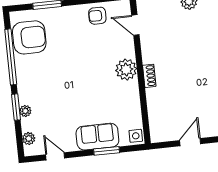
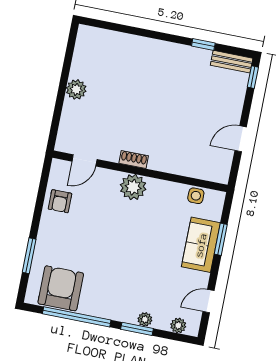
shoe rack: (149, 76) -> (134, 159), moved
side table: (136, 136) -> (196, 196), moved
door: (190, 142) -> (241, 139), hinge flipped

